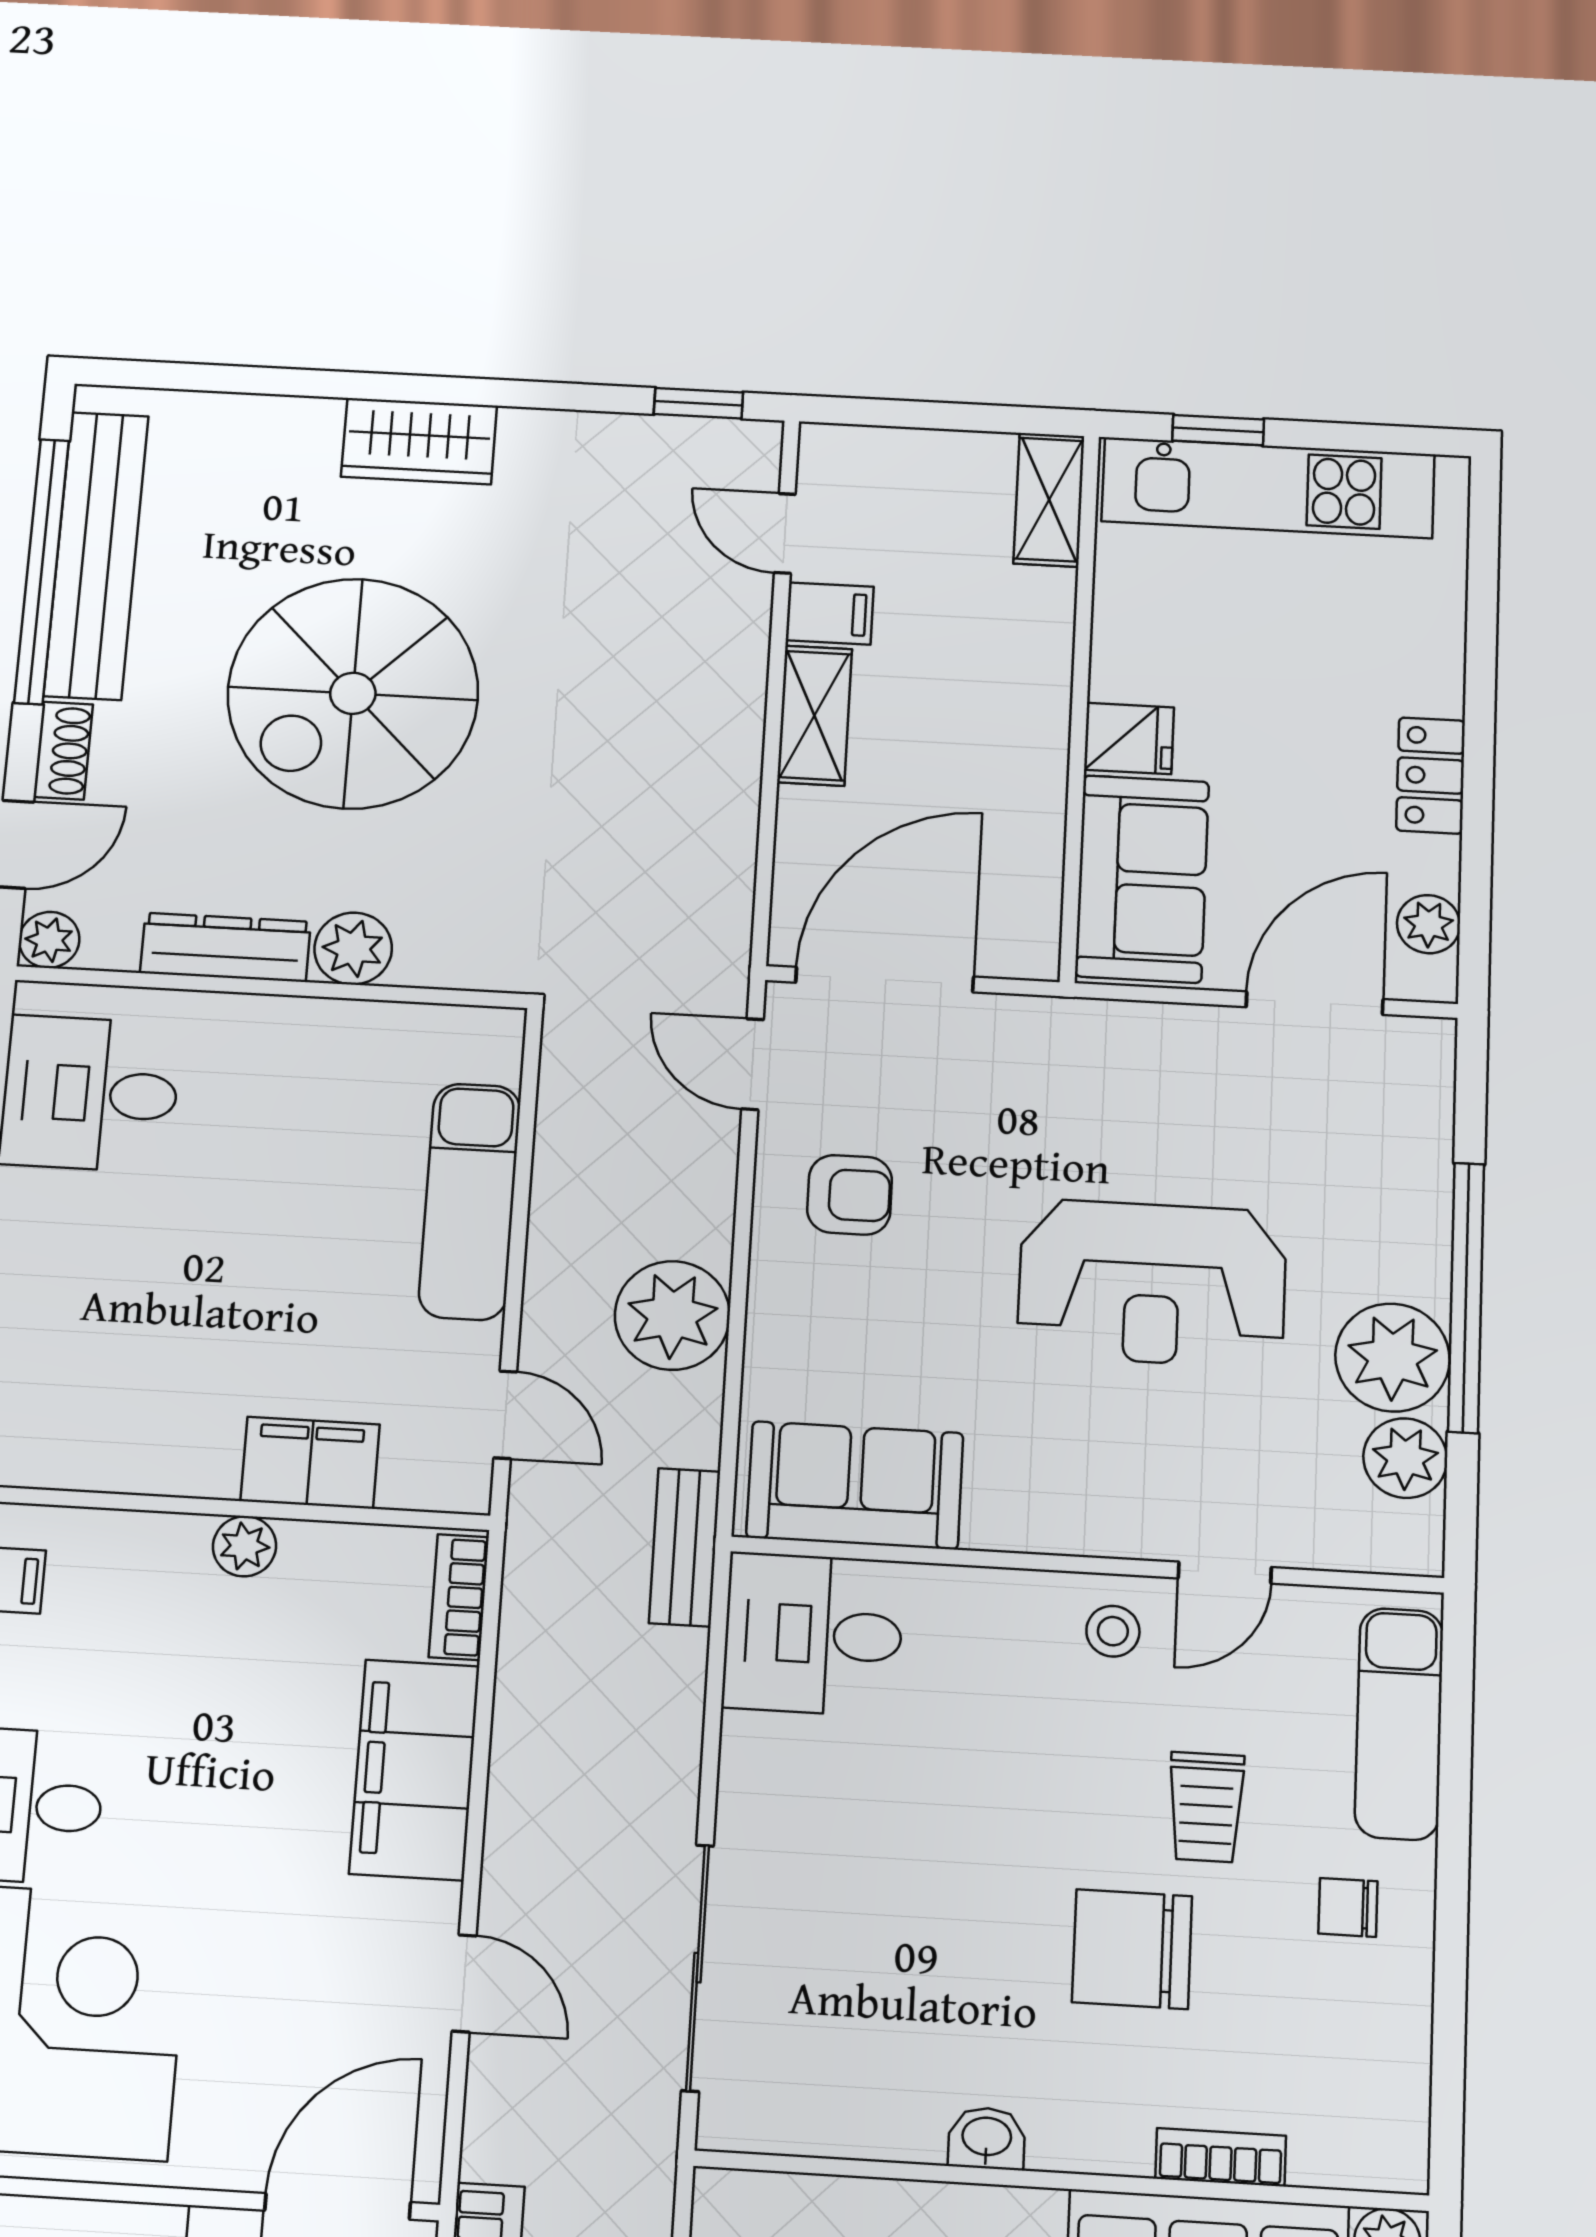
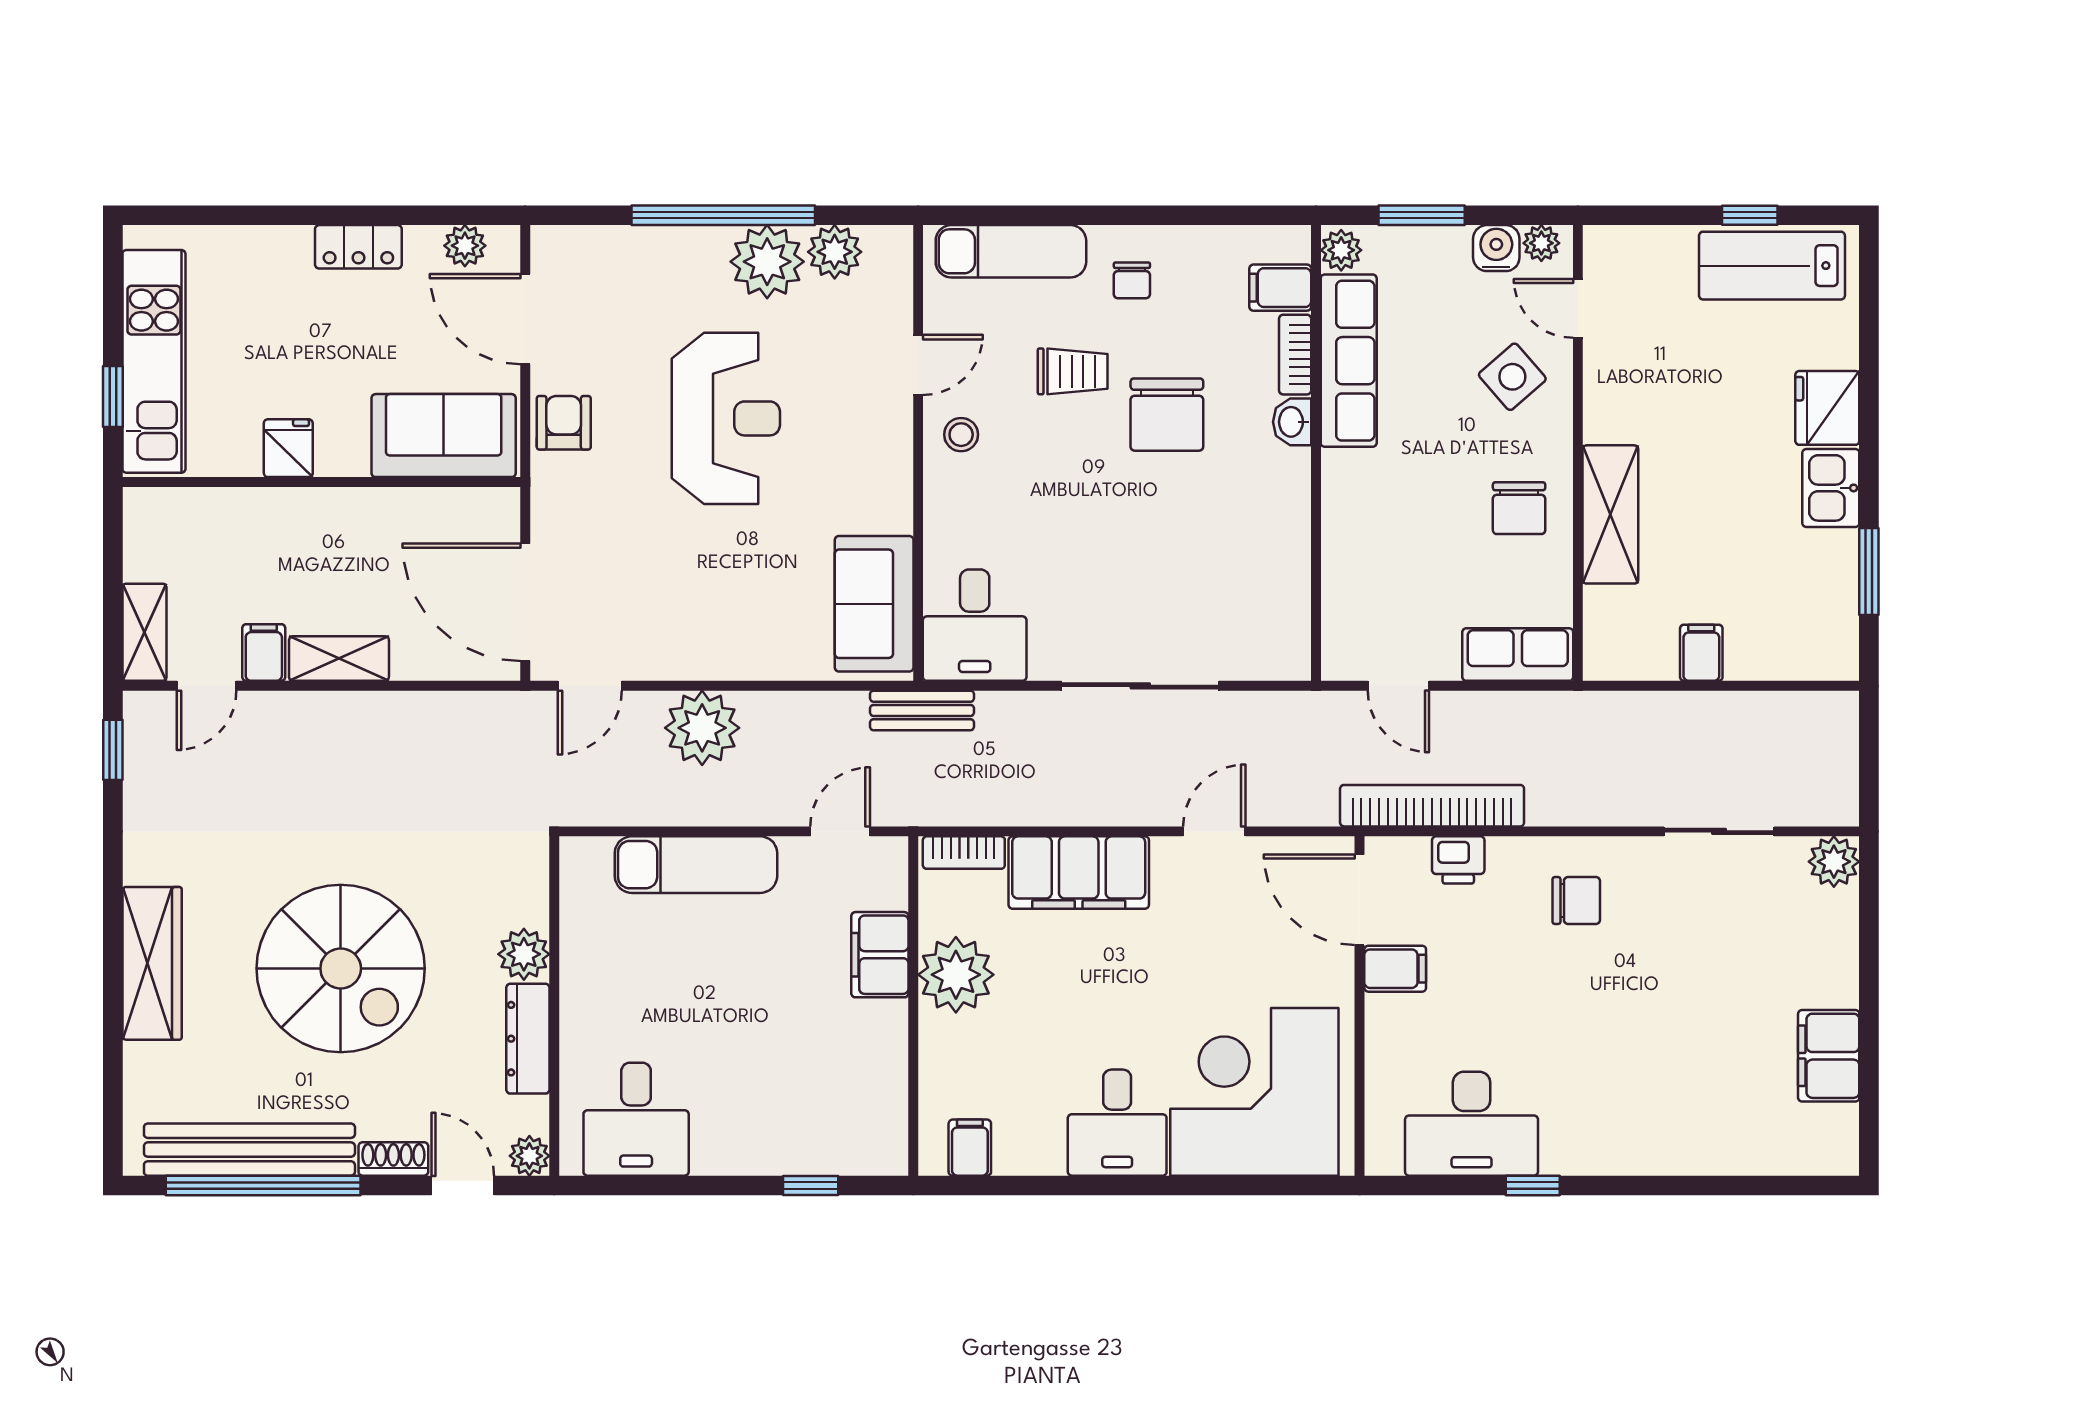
wardrobe: (419, 441) -> (152, 963), width x1.50
shelving: (1049, 500) -> (144, 632), moved, turned 90
fridge: (1129, 739) -> (288, 448), moved
armchair: (850, 1195) -> (564, 423), moved
plant: (672, 1315) -> (702, 728), moved
plant: (244, 1546) -> (956, 975), width x1.87, depth x1.87
door: (1225, 1573) -> (918, 365), hinge flipped
sliding door: (698, 1968) -> (1140, 686), moved
washbasin: (987, 2138) -> (1292, 422), moved
filing cabinet: (1329, 2140) -> (1280, 288), added

